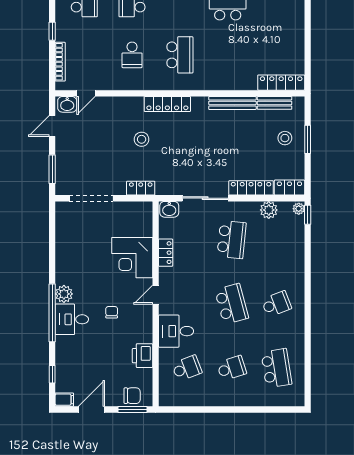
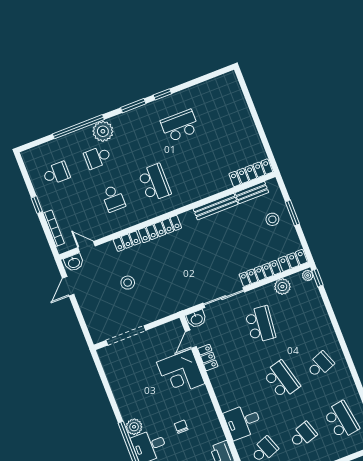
door: (86, 93) -> (86, 247), swing flipped
stool: (142, 139) -> (128, 283), moved
window: (52, 169) -> (83, 323), removed
locker: (141, 188) -> (127, 241), moved, turned 180
door: (156, 295) -> (191, 339), moved

